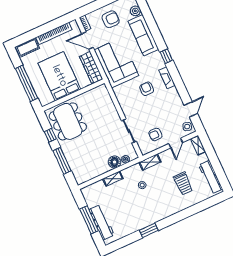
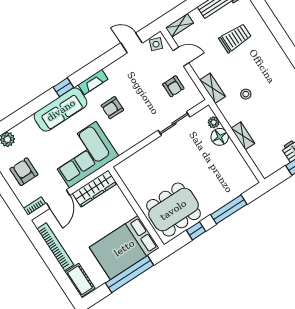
sofa: (143, 35) -> (61, 110), moved
bed: (59, 76) -> (124, 248), moved

